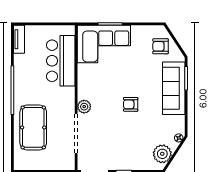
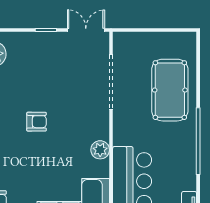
plant: (84, 107) -> (100, 150), moved

